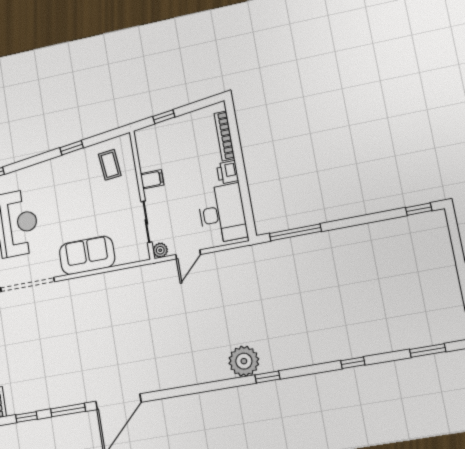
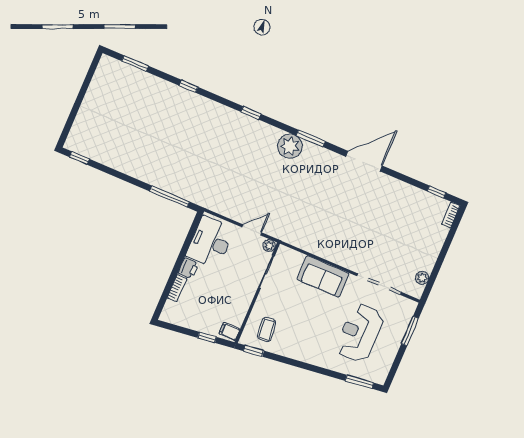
bookcase: (224, 136) -> (177, 288), width x0.64
window: (72, 148) -> (254, 351), moved
filing cabinet: (152, 179) -> (229, 331), moved
plant: (244, 361) -> (290, 146), moved
window: (68, 410) -> (311, 138), moved

